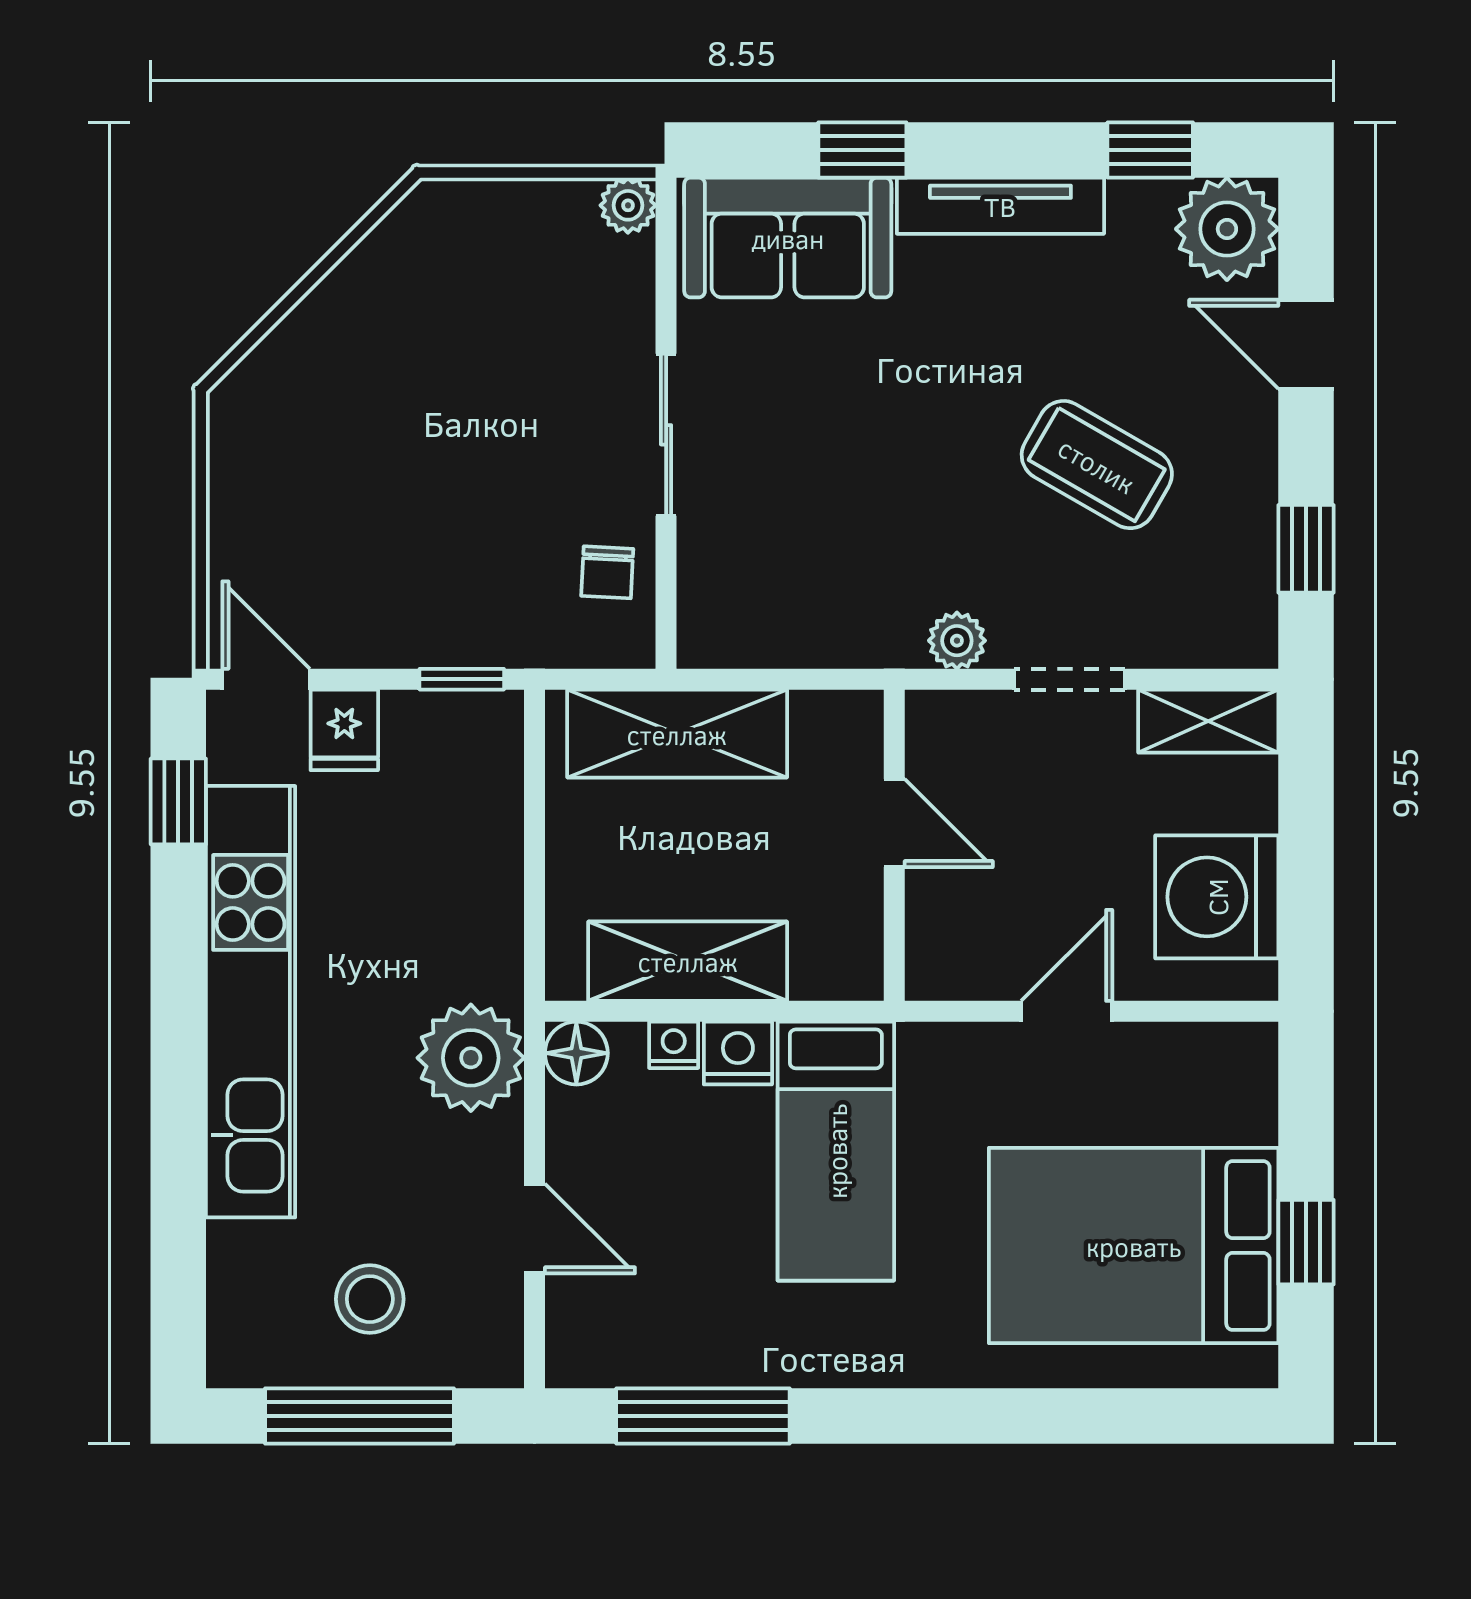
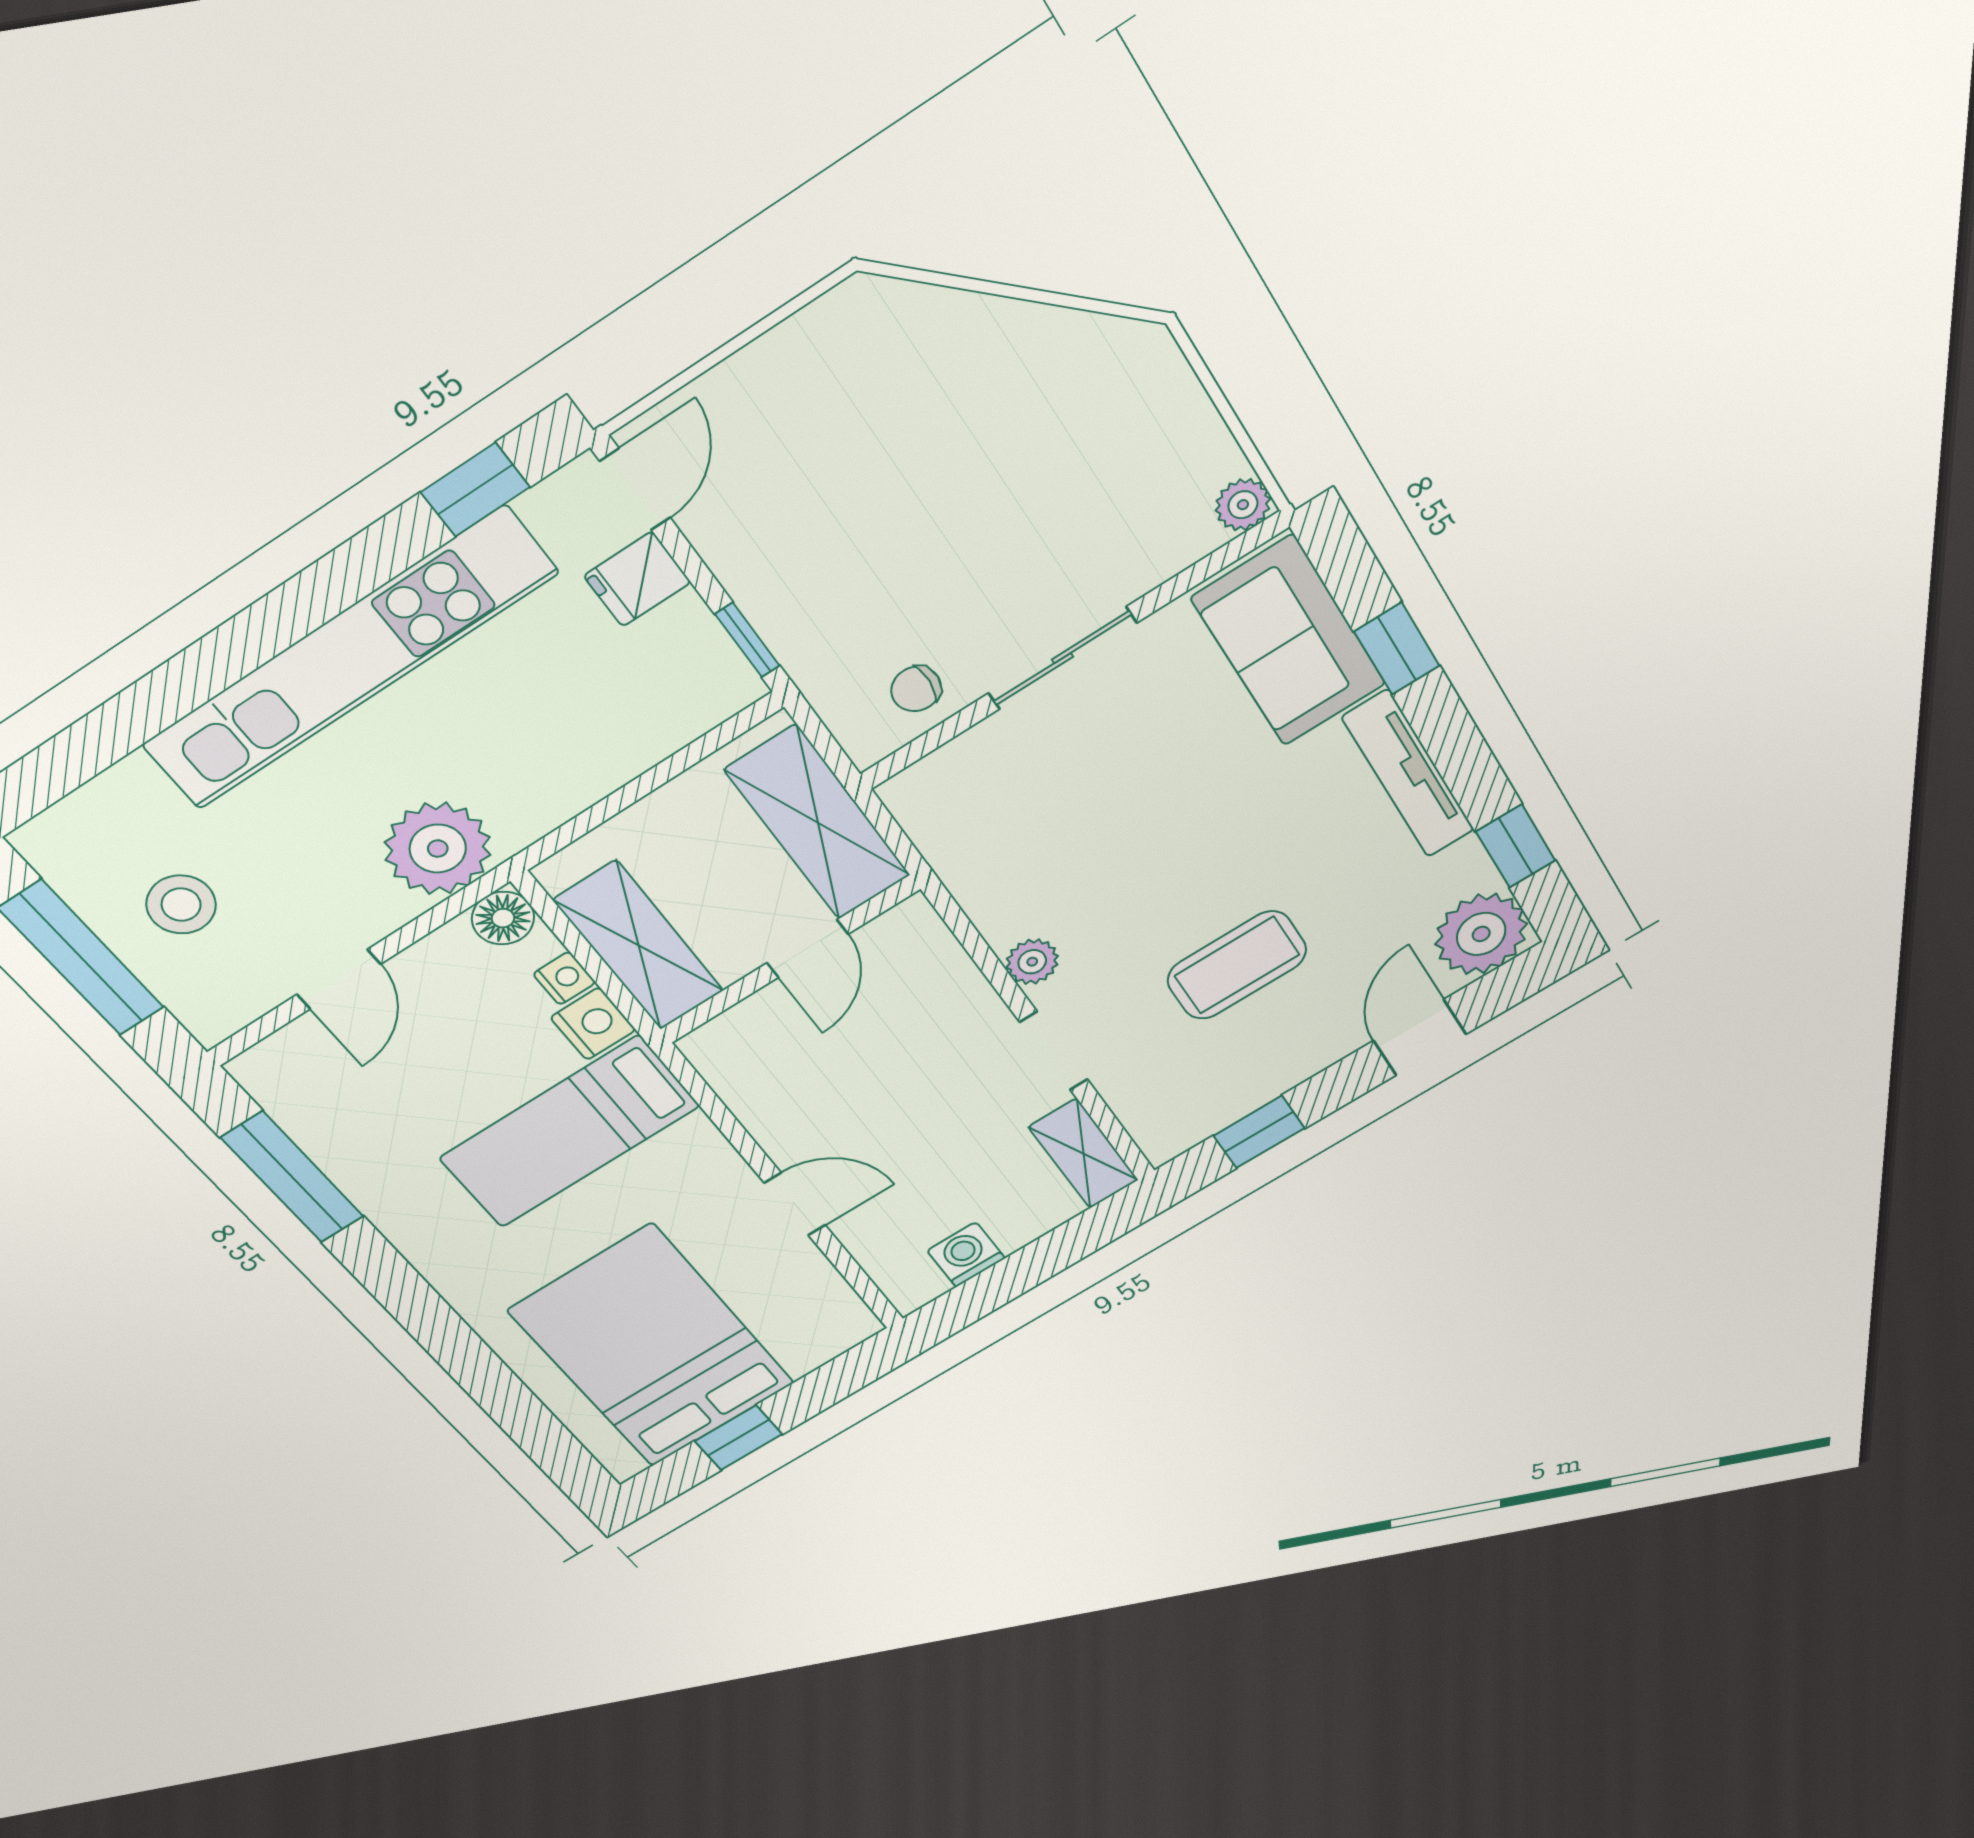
coffee table: (1097, 465) -> (1237, 965), turned 60
door: (894, 823) -> (807, 949), moved
wall: (894, 845) -> (790, 960), moved
washing machine: (1217, 897) -> (966, 1255), width x0.53, depth x0.53

